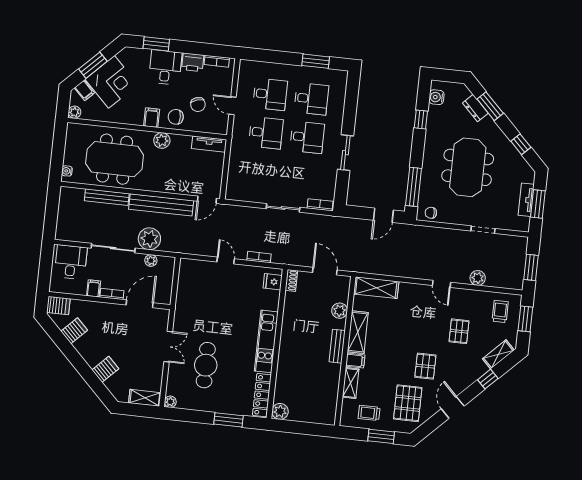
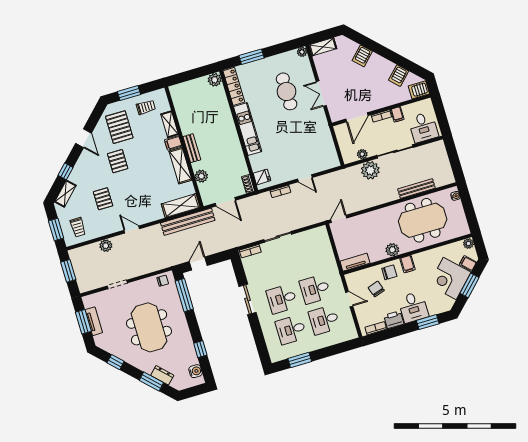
bench: (161, 205) -> (188, 222), moved

